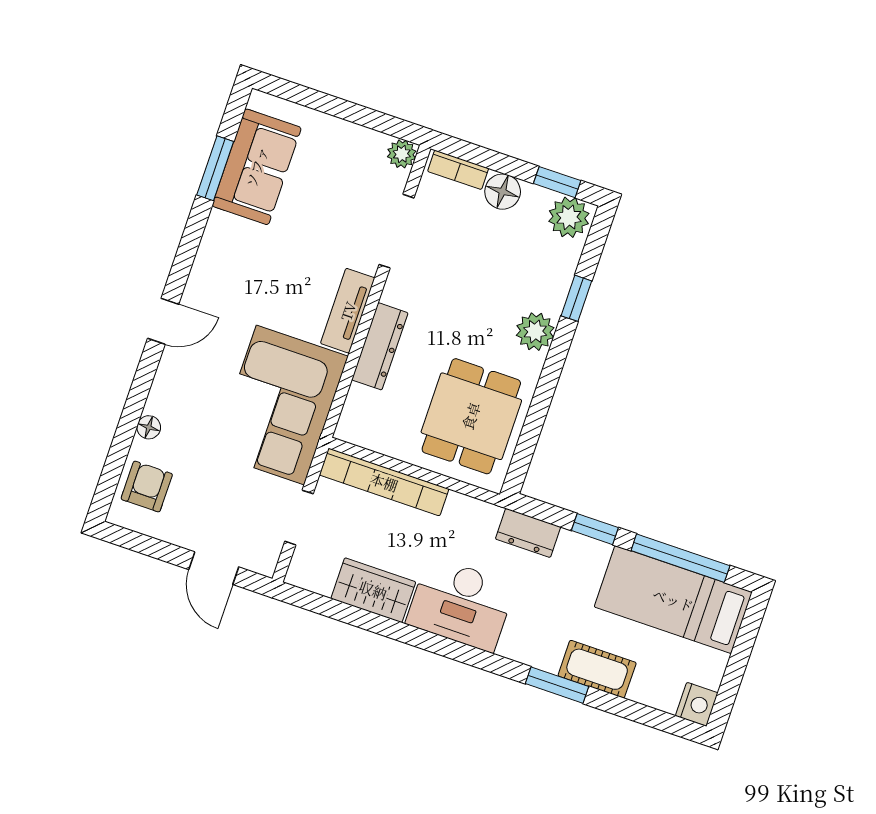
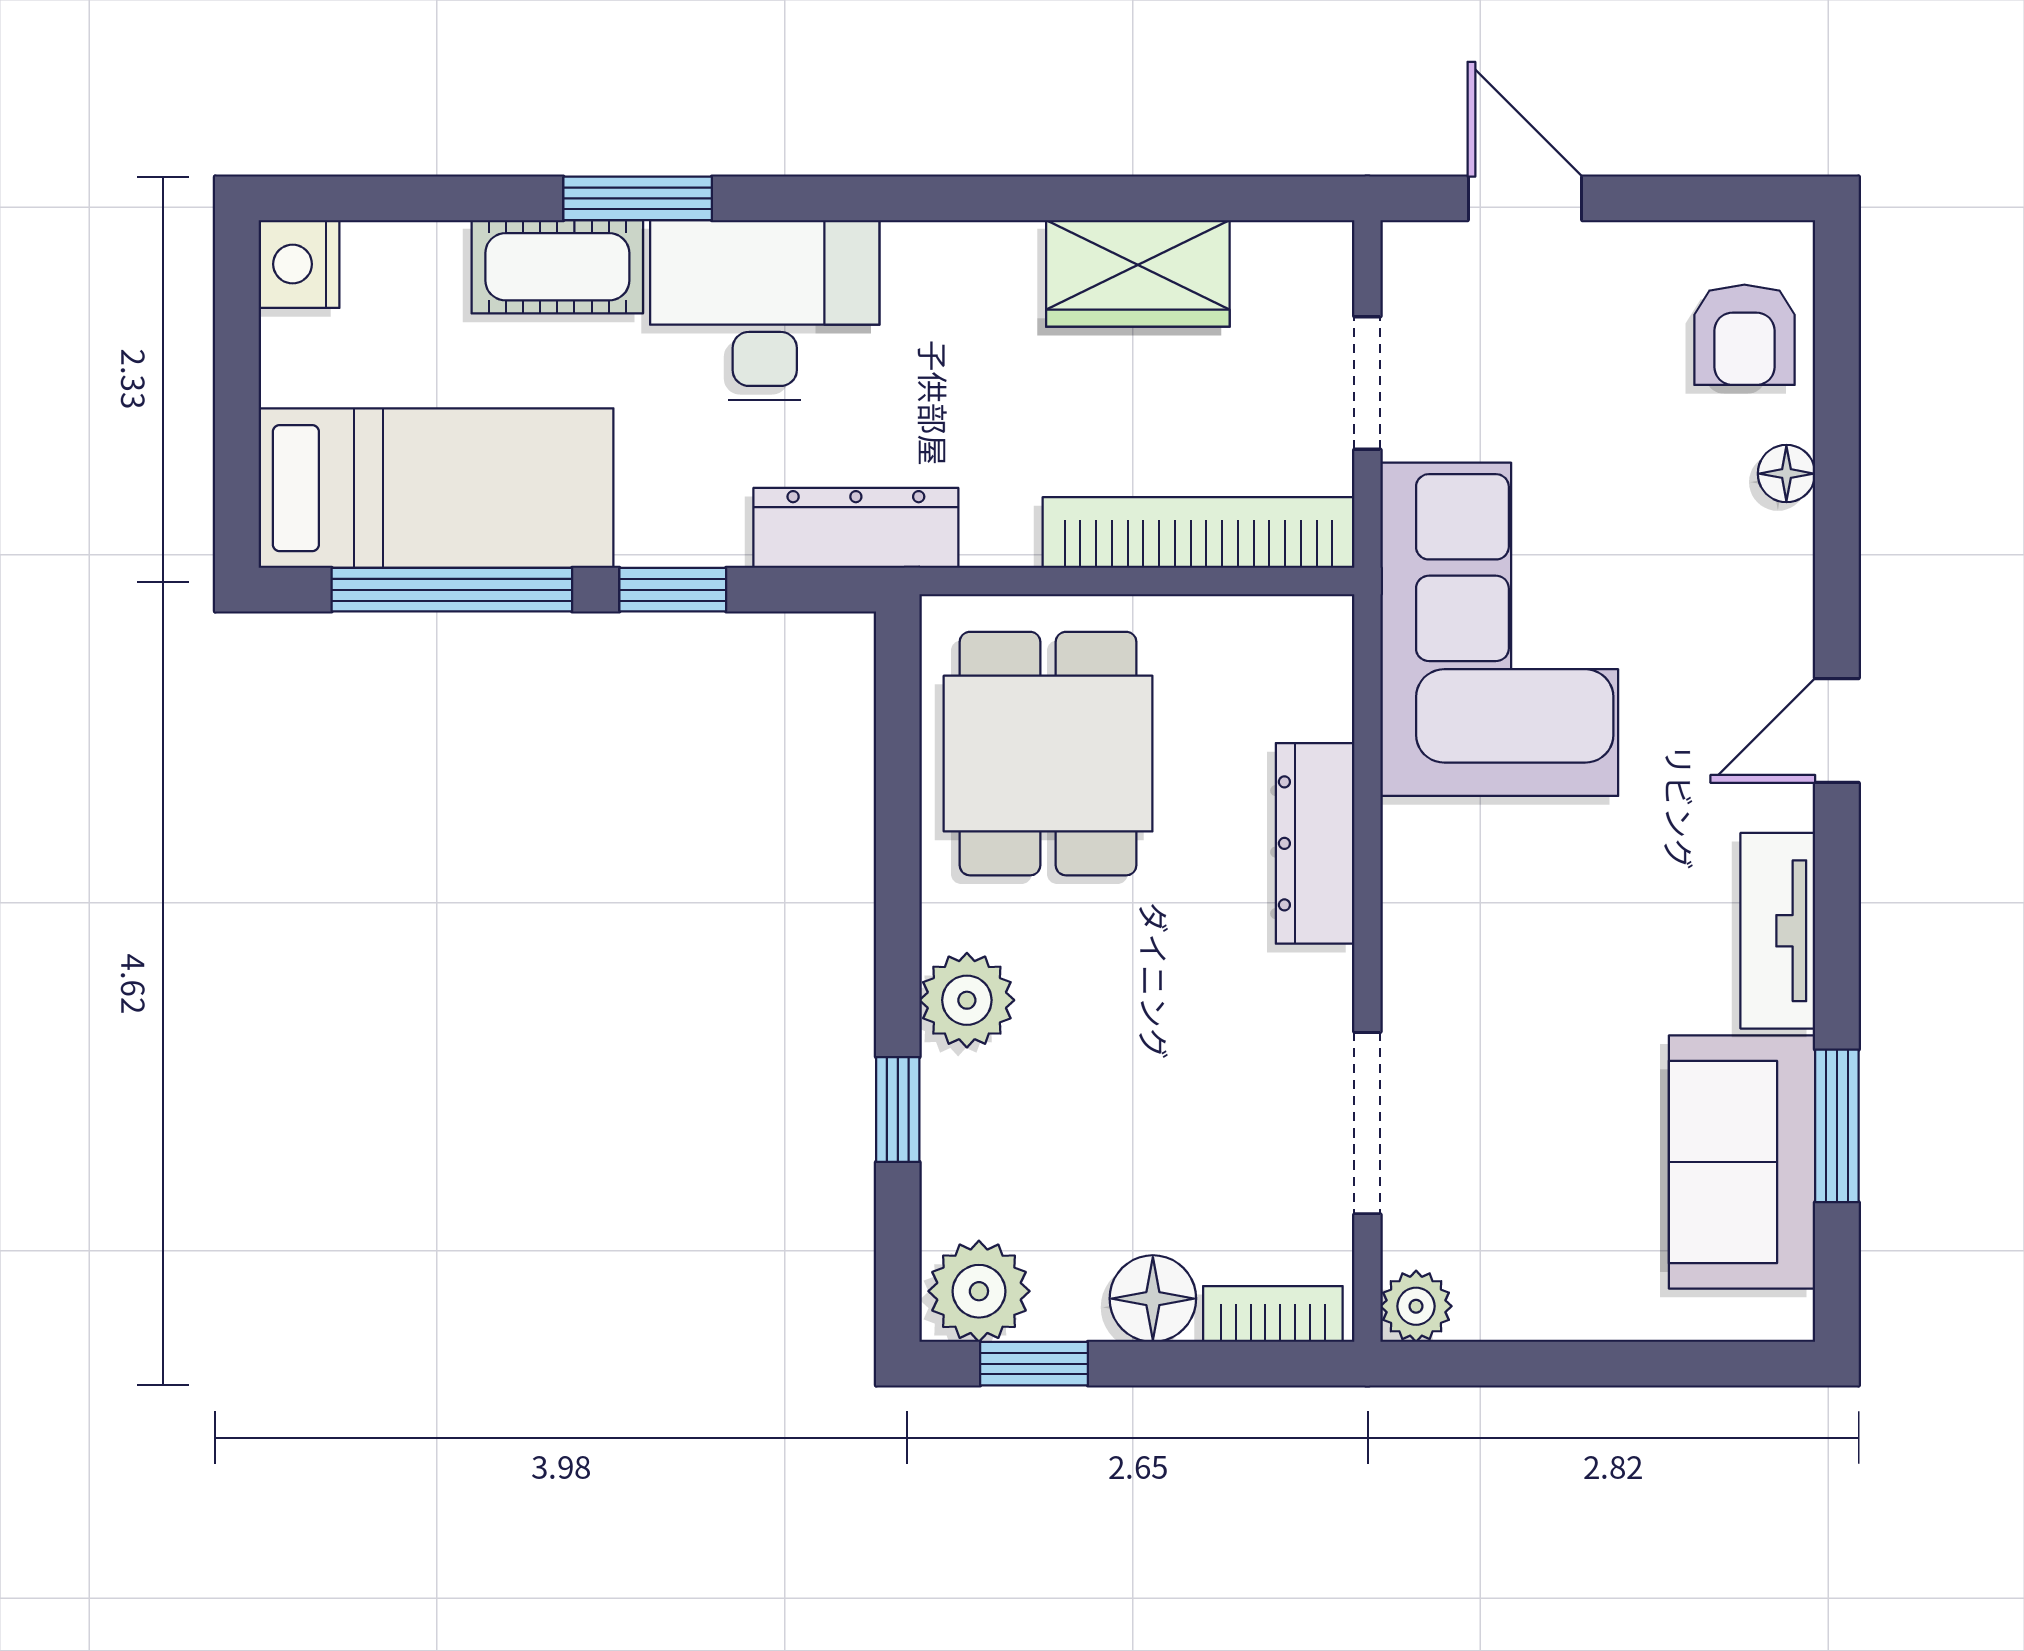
tv unit: (348, 311) -> (1778, 931), moved, turned 180
dresser: (528, 533) -> (856, 528), width x1.44
desk: (461, 604) -> (765, 310), moved

